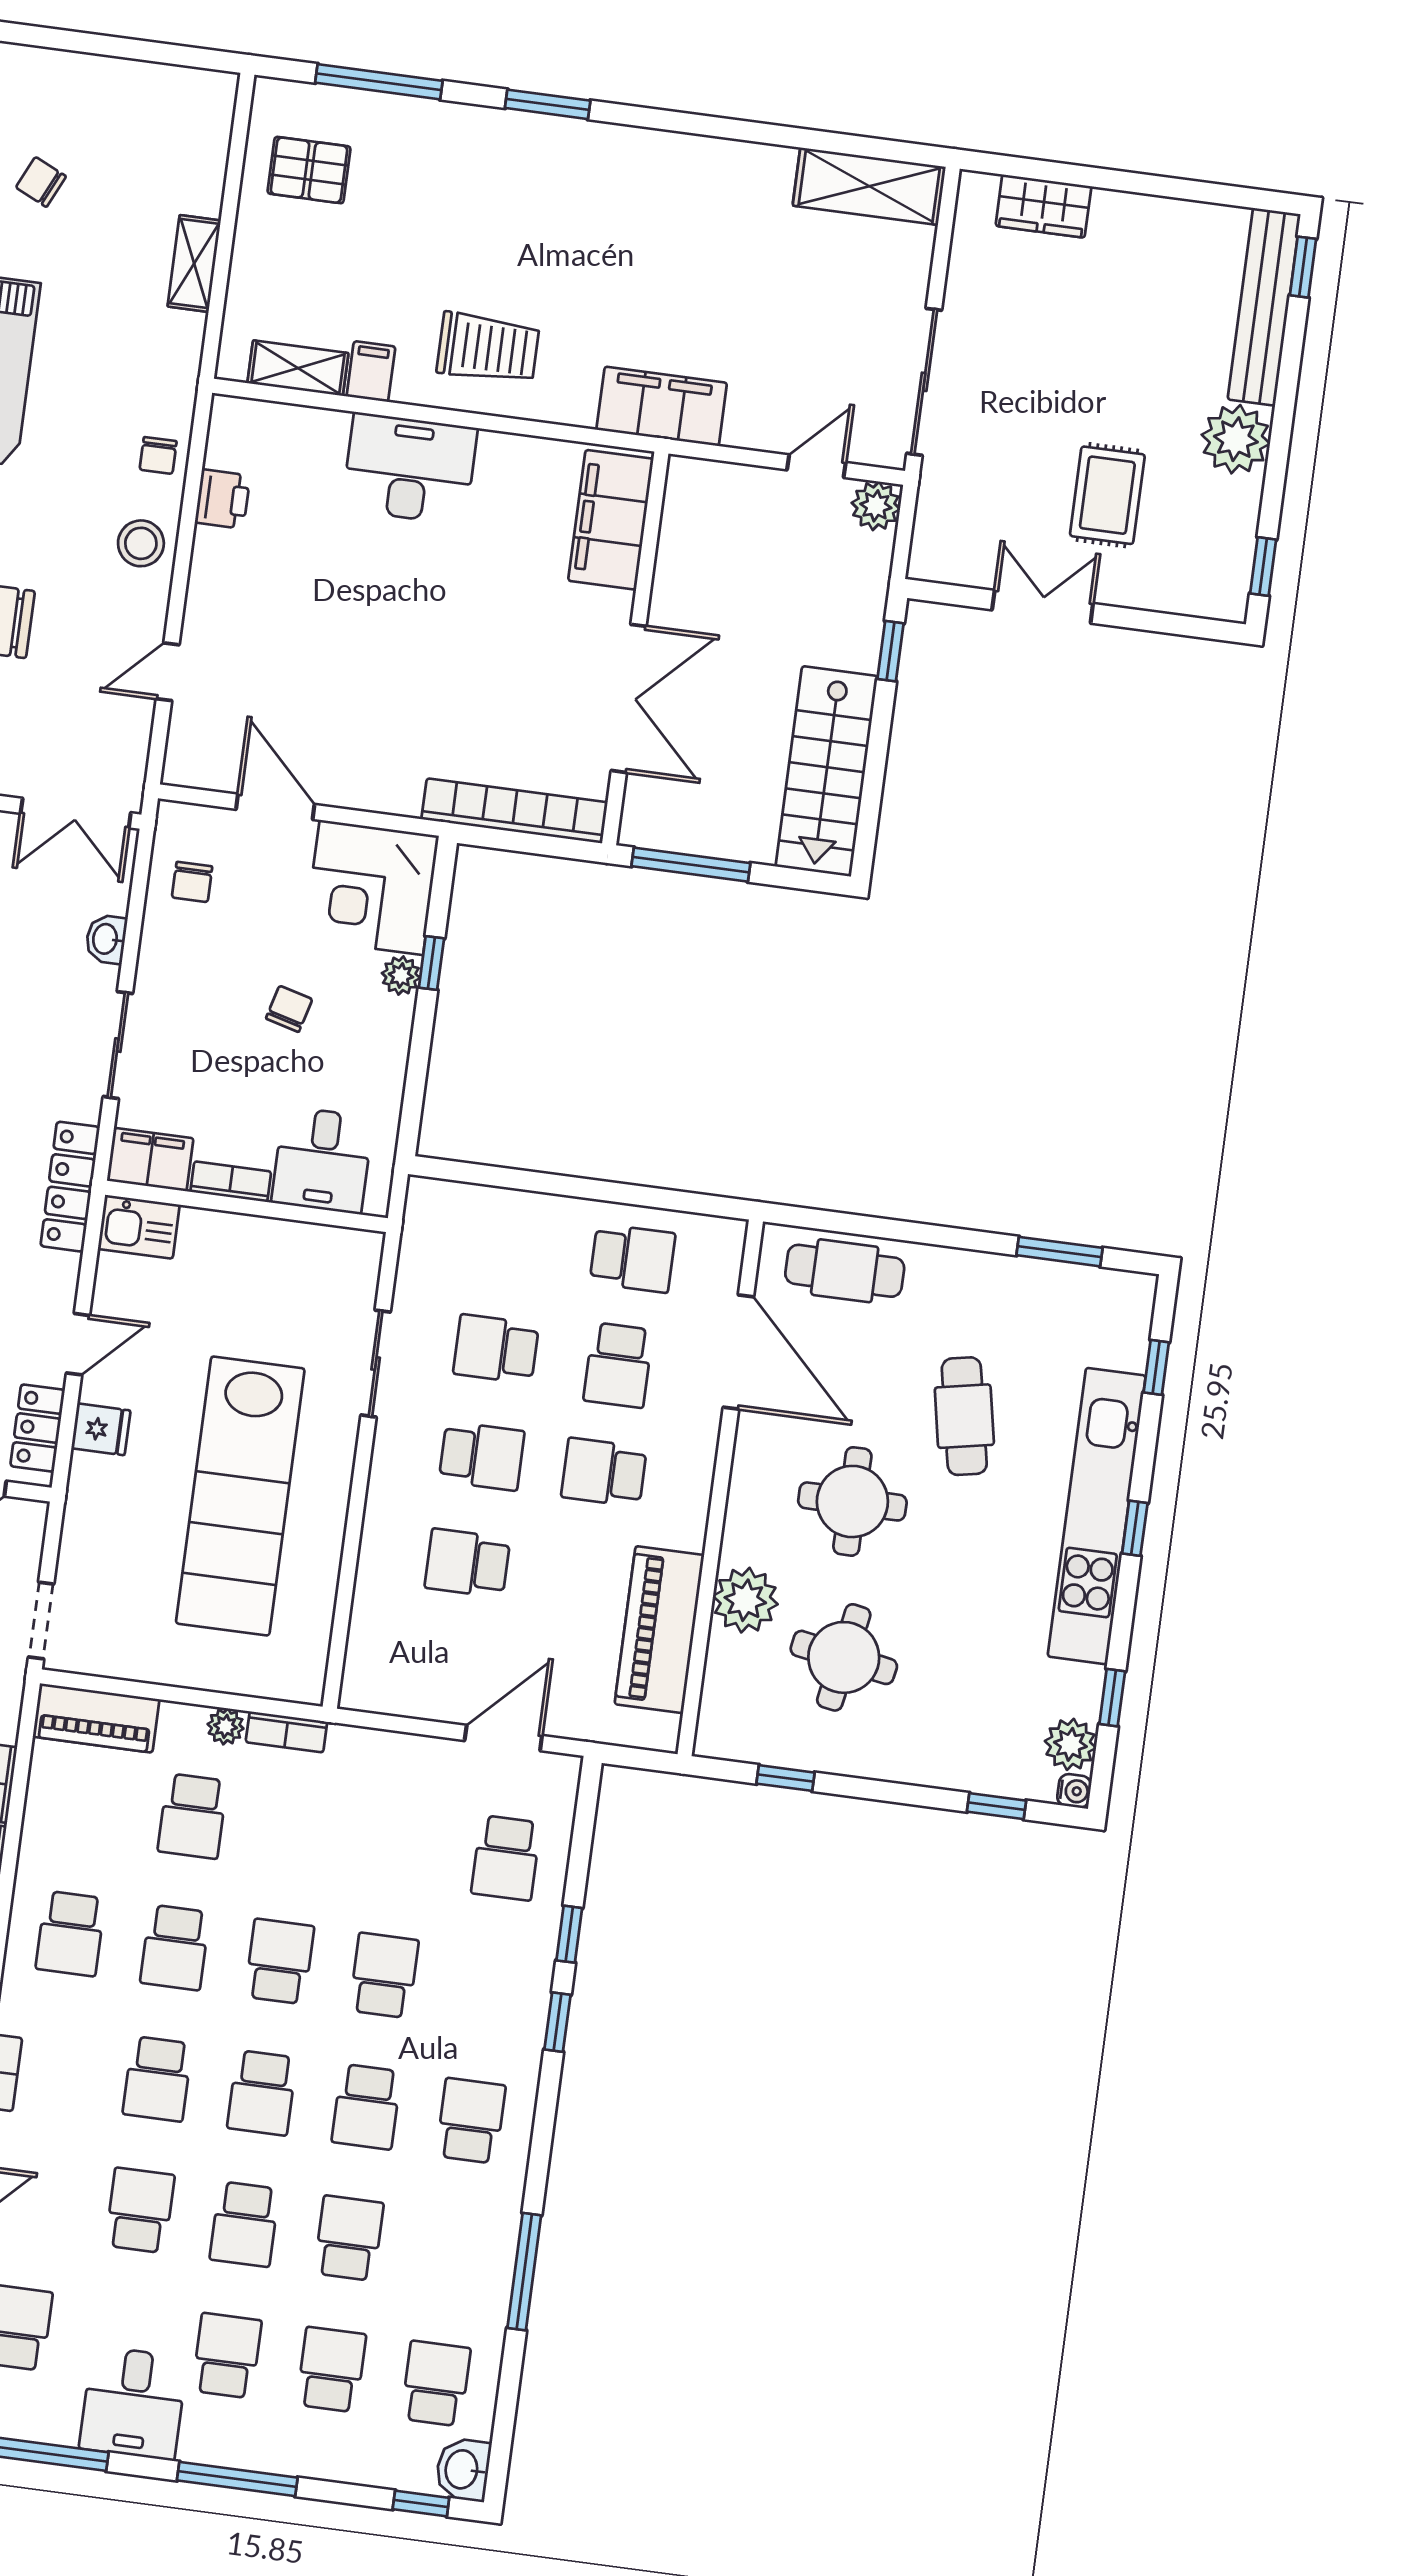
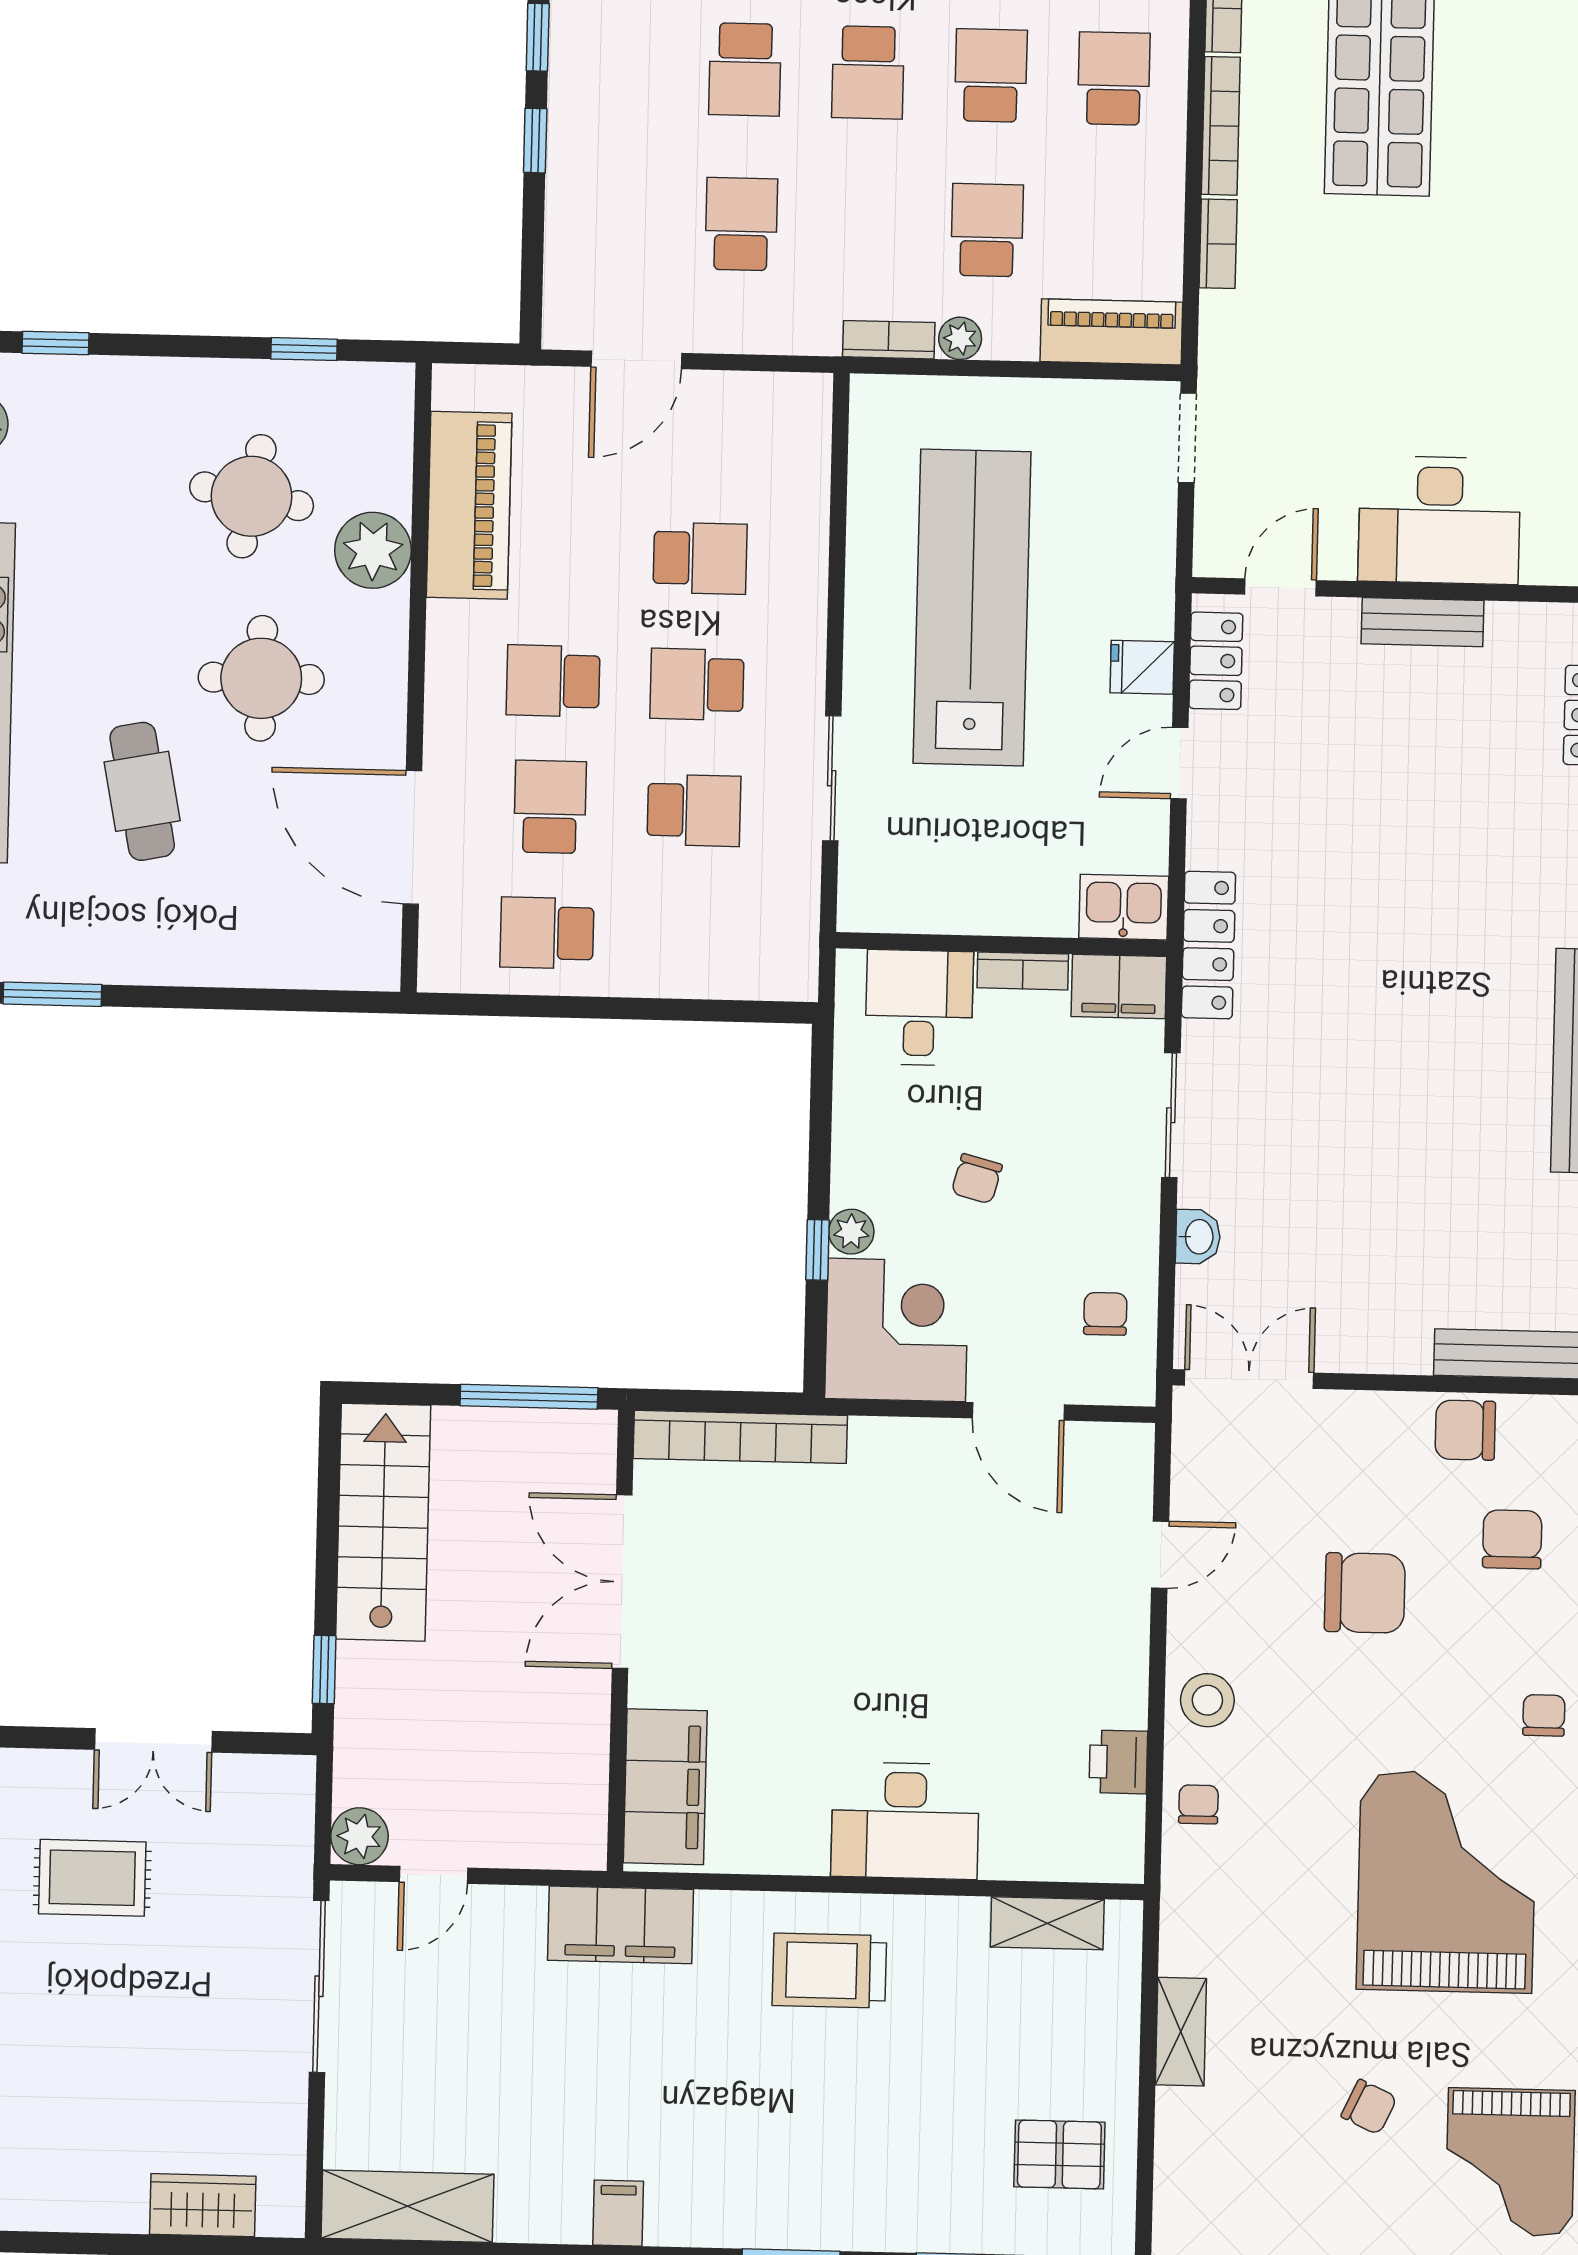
filing cabinet: (371, 372) -> (618, 2213), moved, turned 180
rug: (1107, 495) -> (92, 1878), turned 90
cafe table: (845, 1271) -> (299, 945), removed
school desk: (604, 1472) -> (553, 681), turned 180
school desk: (506, 1858) -> (741, 224), moved

